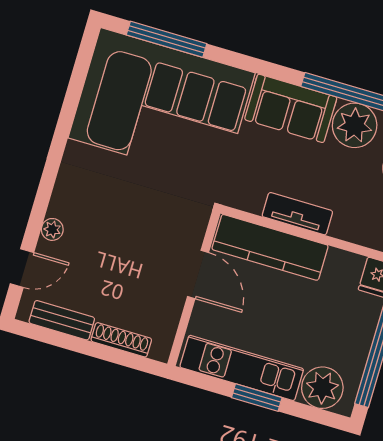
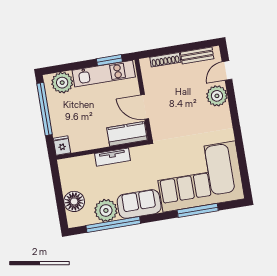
window: (167, 39) -> (198, 210), moved
plant: (52, 229) -> (217, 96), width x1.88, depth x1.88
kitchen counter: (270, 247) -> (127, 134), width x0.67
window: (257, 398) -> (109, 60), moved

